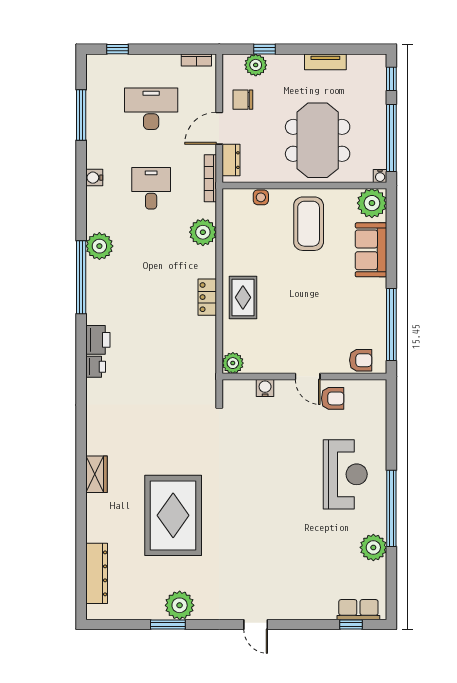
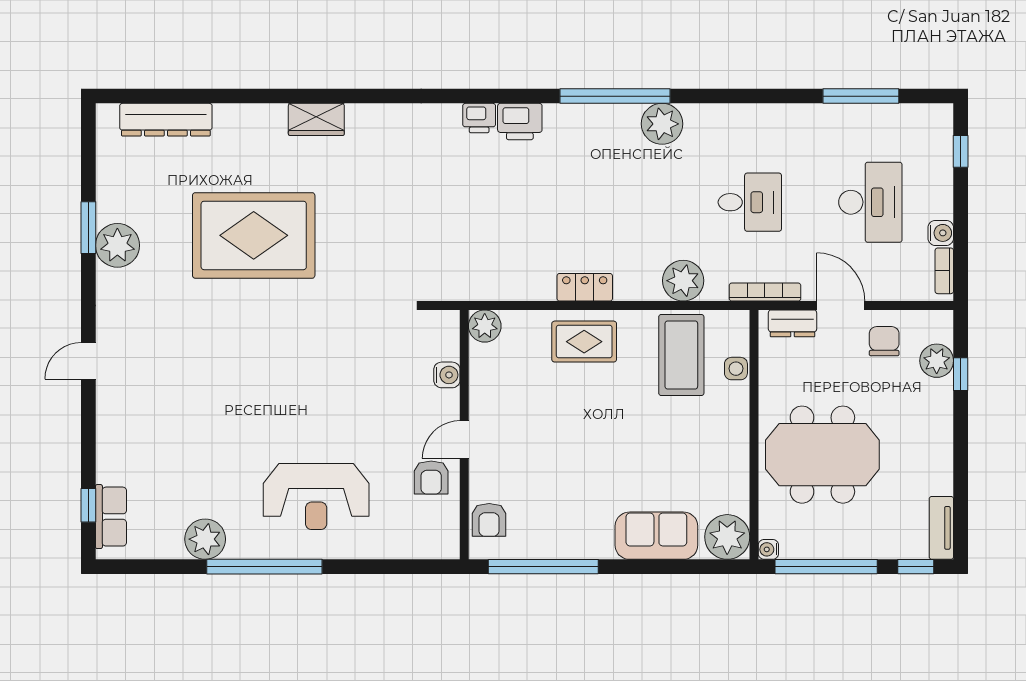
tv unit: (325, 62) -> (941, 528), moved
water cooler: (94, 178) -> (941, 233), moved, turned 90
coffee table: (309, 224) -> (681, 355), moved, turned 90

